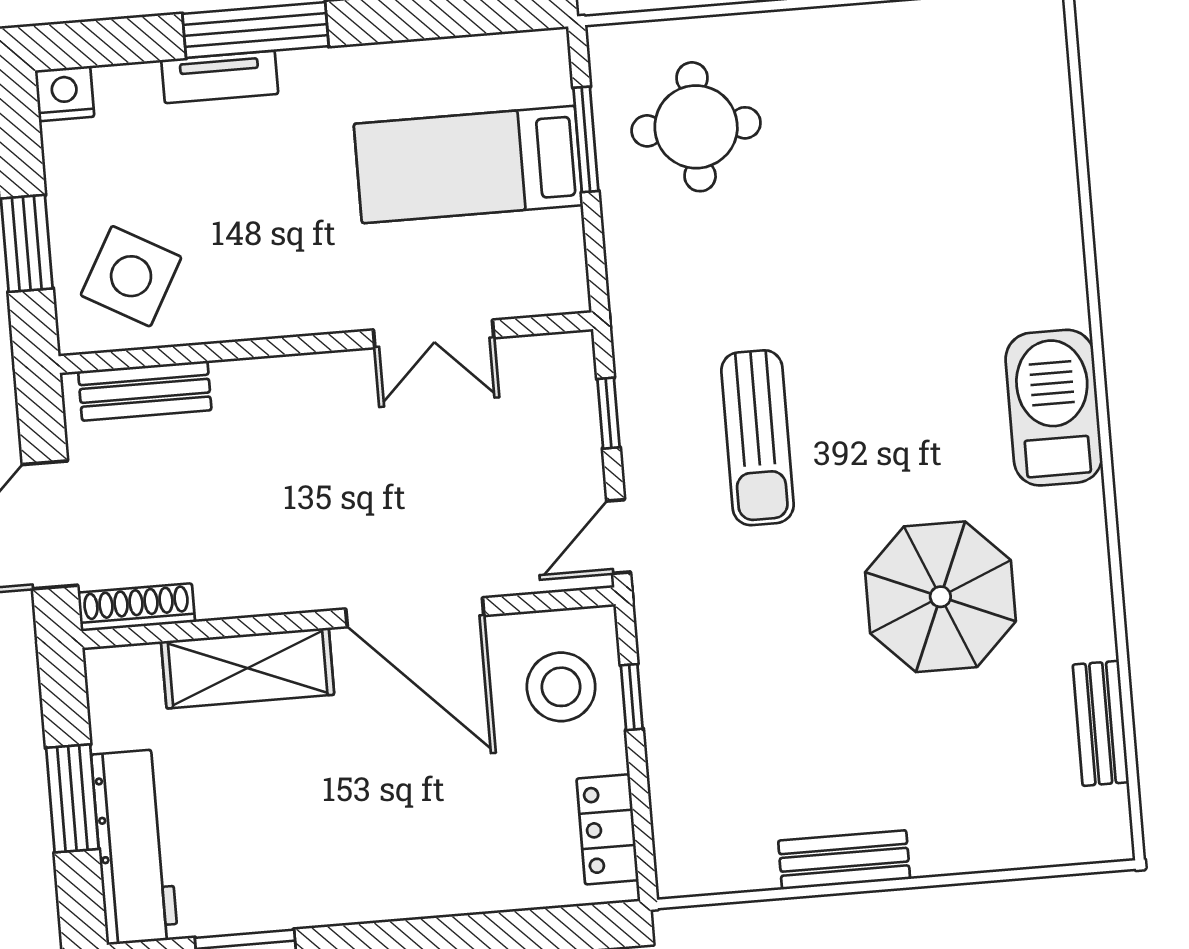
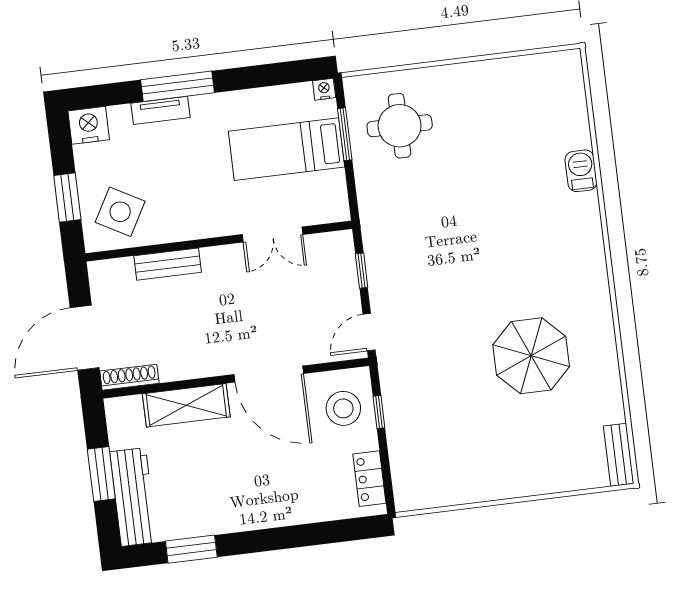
nightstand: (548, 48) -> (324, 89), added
nightstand: (64, 94) -> (89, 125), width x1.36, depth x1.33
bench: (145, 391) -> (168, 264), moved
barbecue: (1054, 408) -> (581, 171), moved, width x0.53, depth x0.65
sun lounger: (757, 438) -> (437, 280), removed
bench: (1101, 723) -> (619, 455), moved
bench: (844, 860) -> (488, 489), removed

